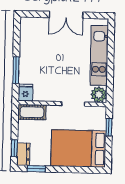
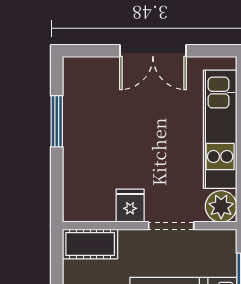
window: (16, 70) -> (57, 121), moved
fridge: (25, 93) -> (130, 206), moved

